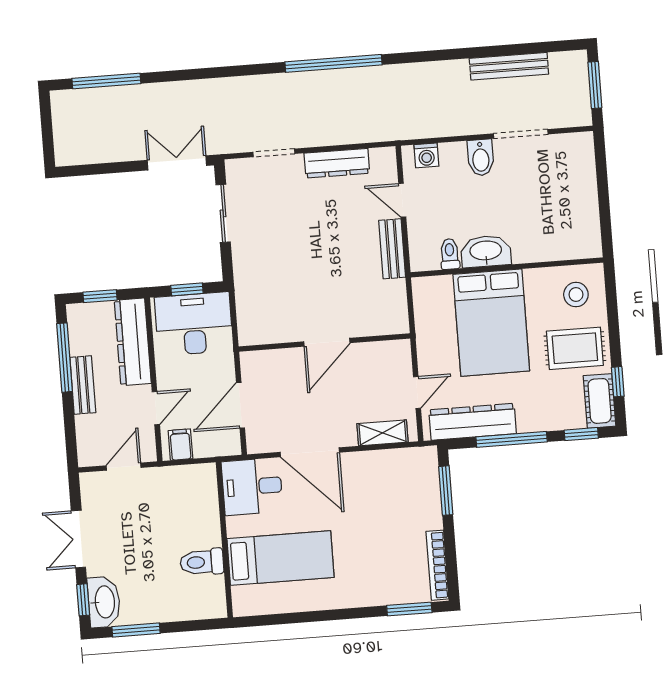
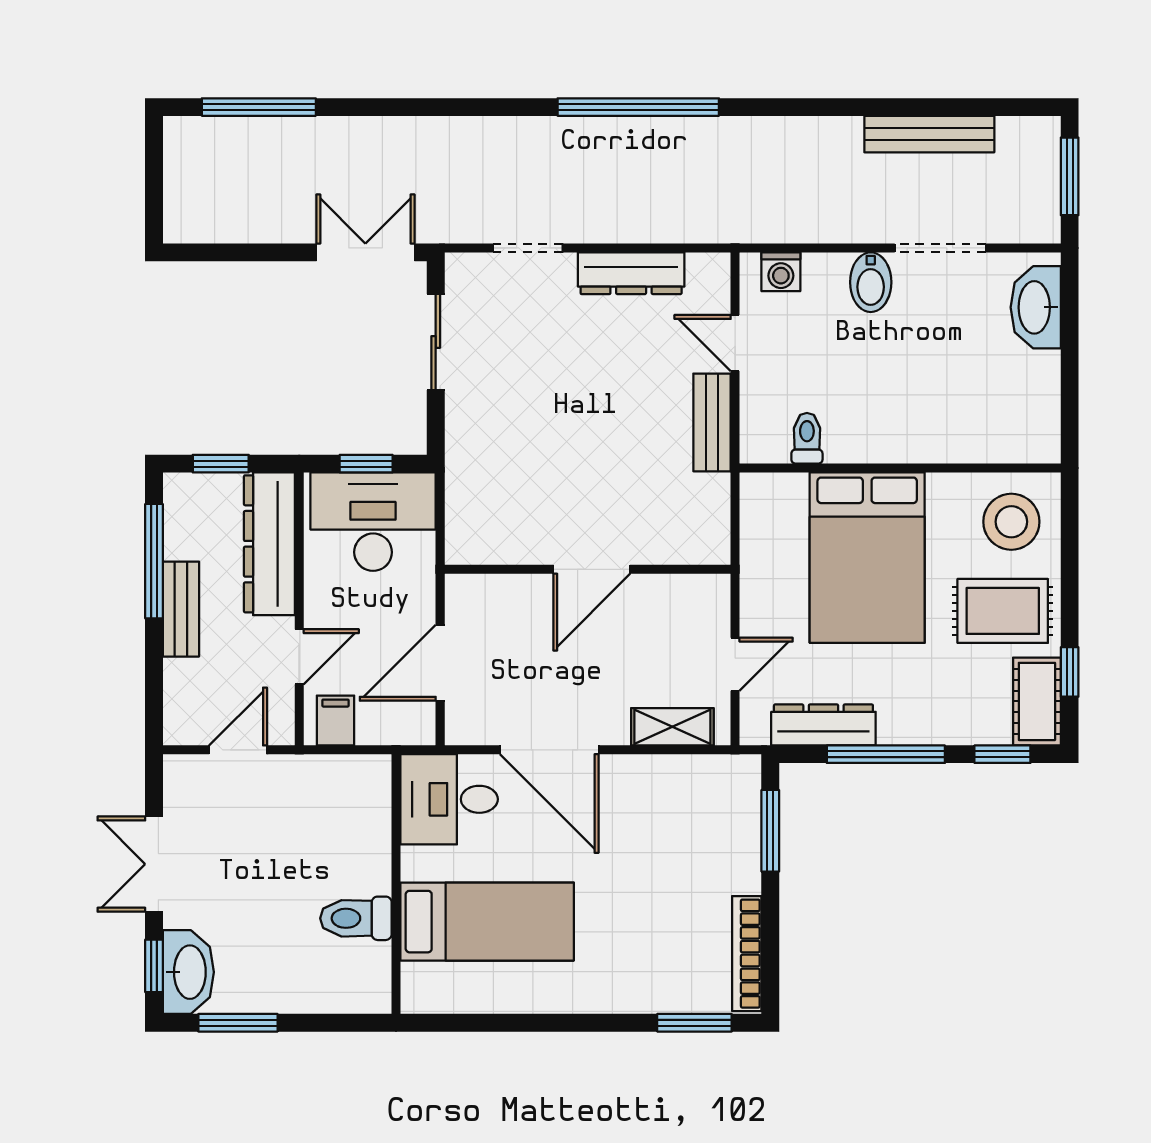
washbasin: (486, 251) -> (1036, 307), moved, turned -90
stool: (576, 294) -> (1011, 522), width x1.38, depth x1.38
dresser: (473, 422) -> (823, 725), width x0.73, depth x0.80

